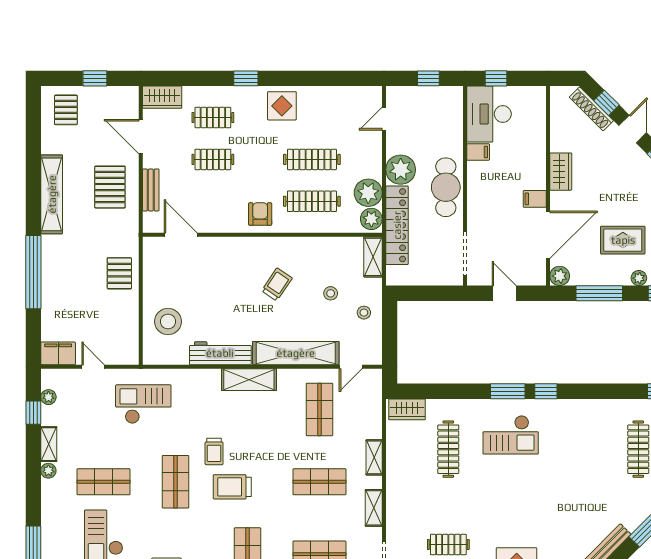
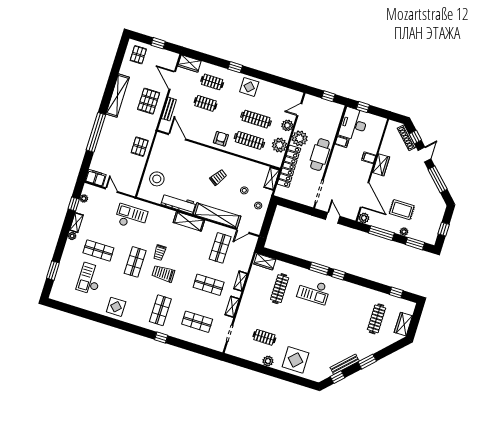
filing cabinet: (535, 199) -> (369, 158), moved
plant: (371, 219) -> (287, 125), moved
door: (548, 235) -> (365, 195), hinge flipped

